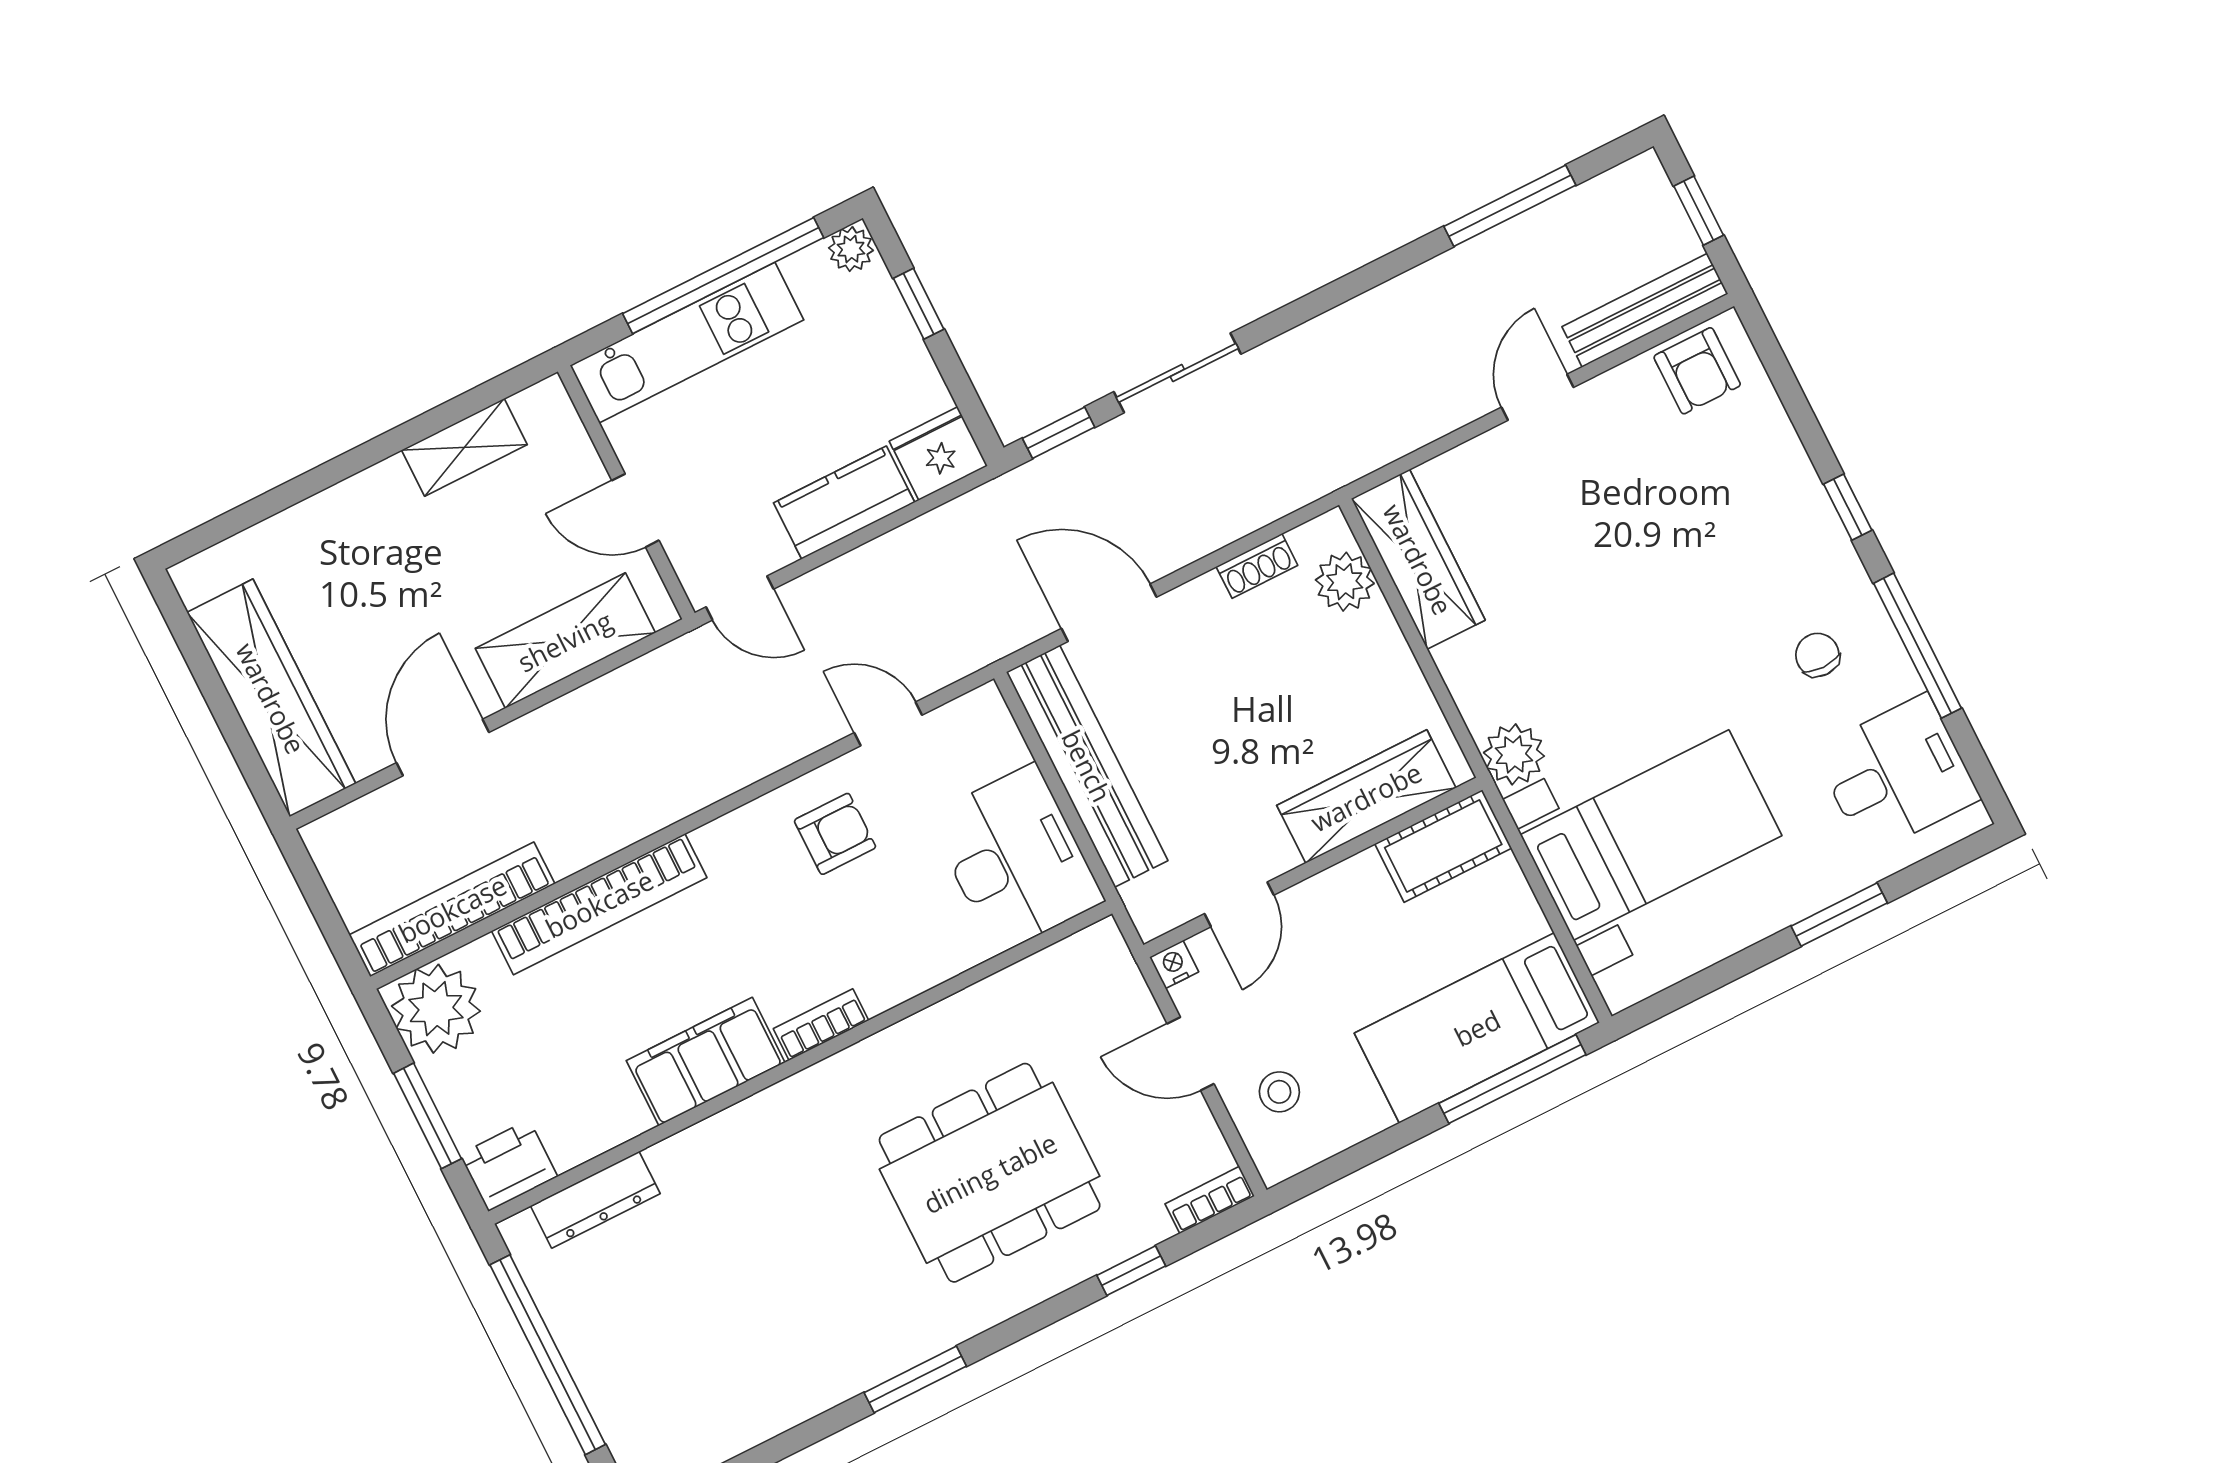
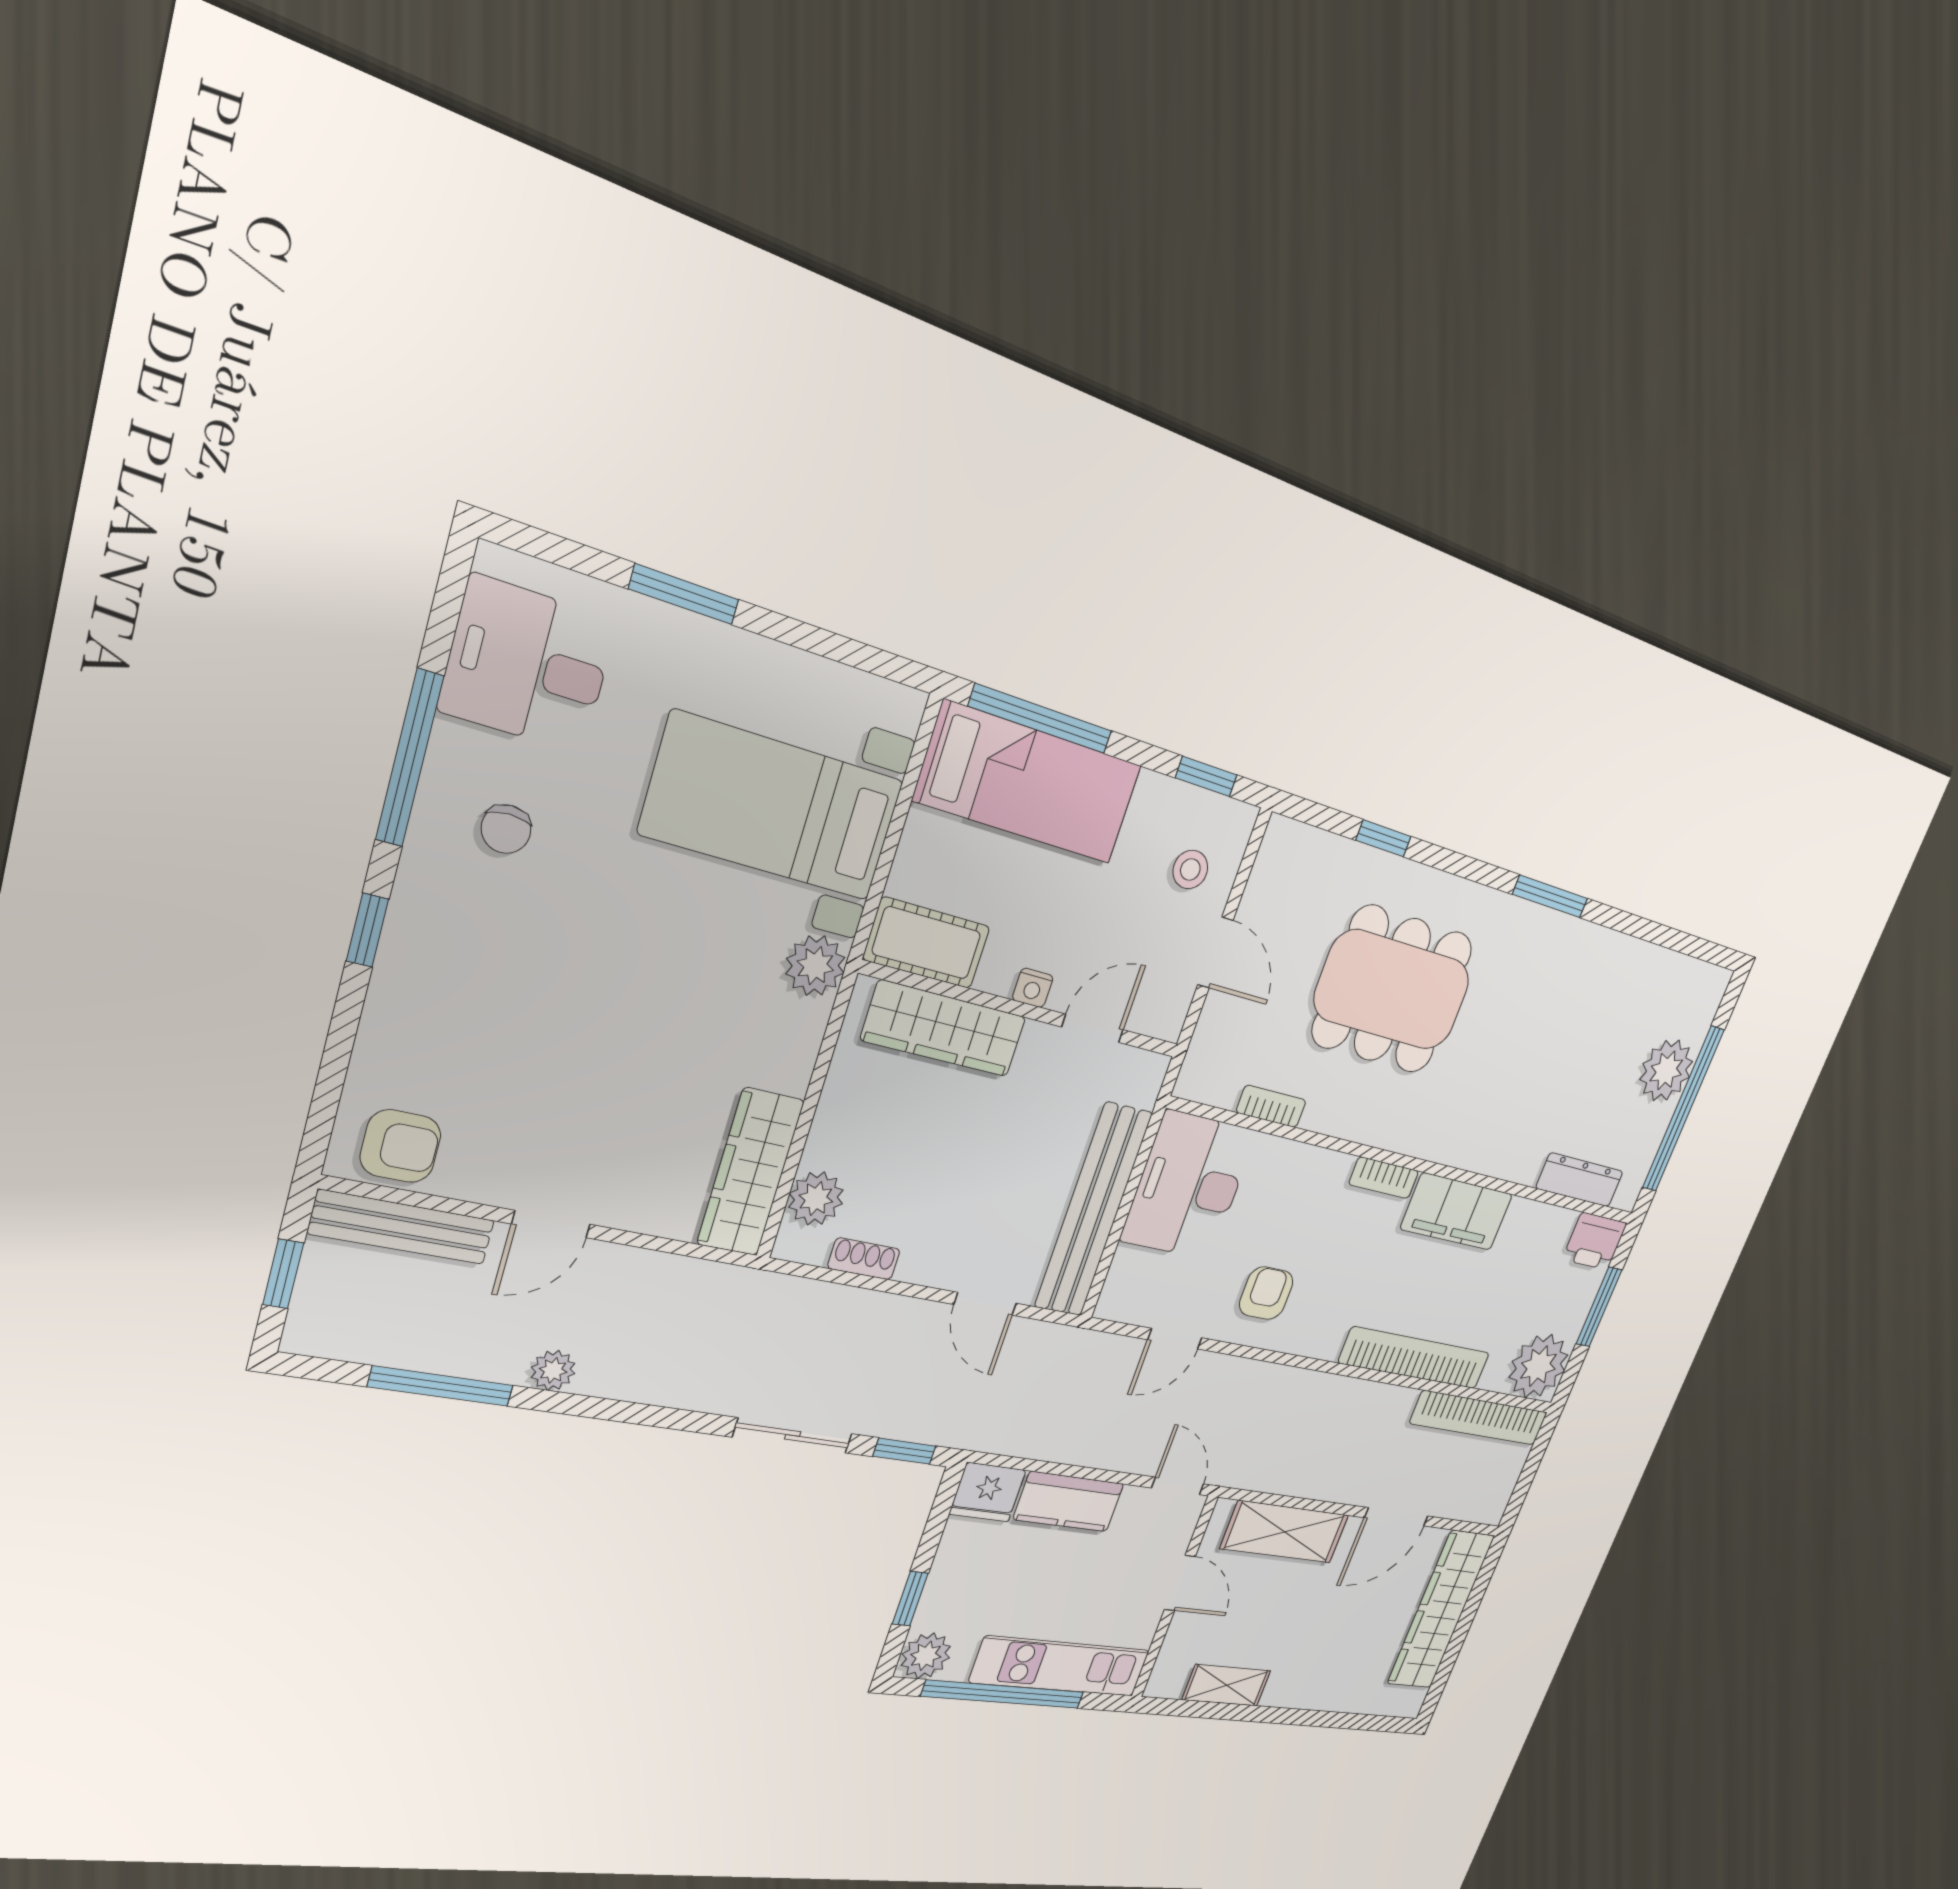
plant: (851, 249) -> (926, 1656), width x1.38, depth x1.38
plant: (1433, 282) -> (553, 1370), added
armchair: (1697, 371) -> (400, 1146), turned 90
door: (1109, 613) -> (985, 1304), width x0.73
door: (888, 724) -> (1175, 1339), hinge flipped
armchair: (835, 834) -> (1266, 1293), turned 90
nightstand: (1174, 964) -> (1033, 988), moved
window: (1338, 1167) -> (1206, 776), added
bookcase: (1210, 1200) -> (1271, 1106), moved, turned 180
plant: (610, 1367) -> (1666, 1070), added

